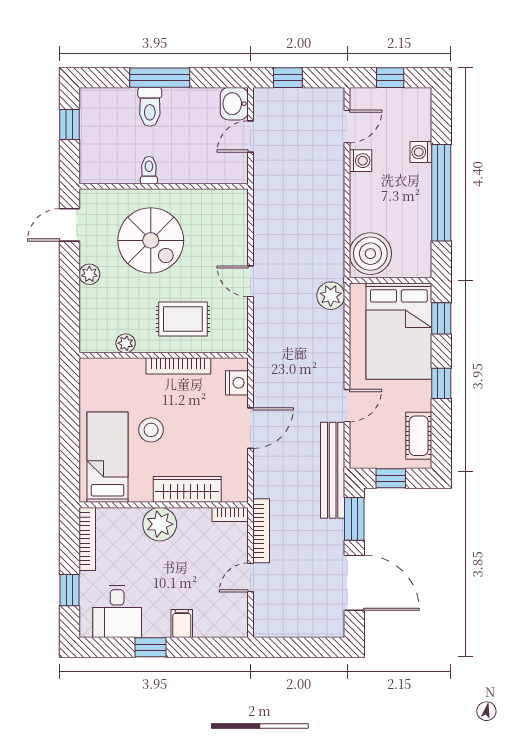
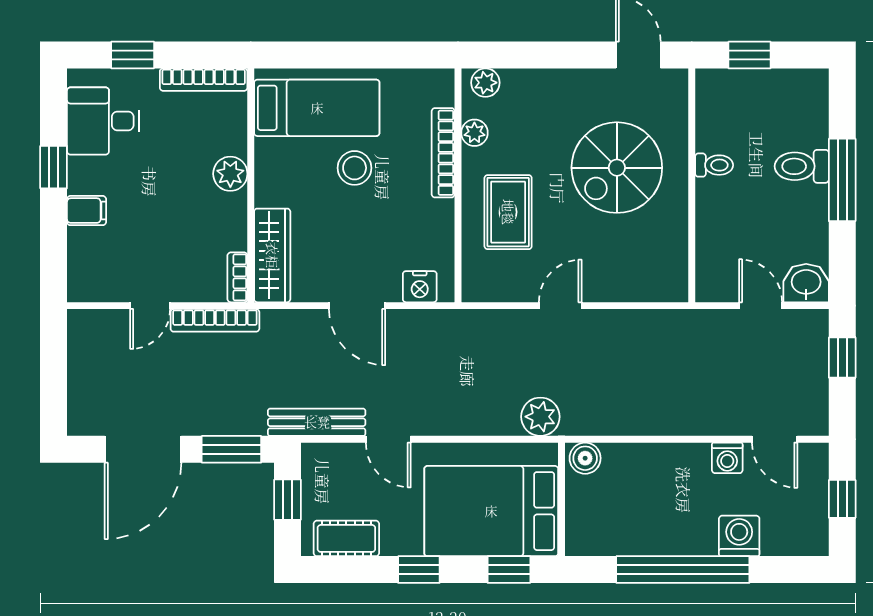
window: (69, 124) -> (749, 55), moved
washing machine: (421, 152) -> (739, 536), width x1.38, depth x1.38
boiler: (370, 254) -> (585, 458), width x0.54, depth x0.54
plant: (89, 274) -> (485, 83), moved
bookcase: (178, 366) -> (443, 153), moved
bench: (333, 470) -> (317, 422), width x0.73, depth x0.82
wardrobe: (187, 489) -> (272, 255), moved
plant: (160, 524) -> (230, 174), width x0.73, depth x0.73
door: (250, 577) -> (150, 306), swing flipped

